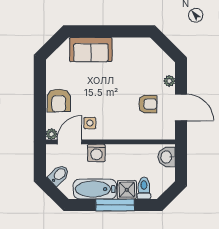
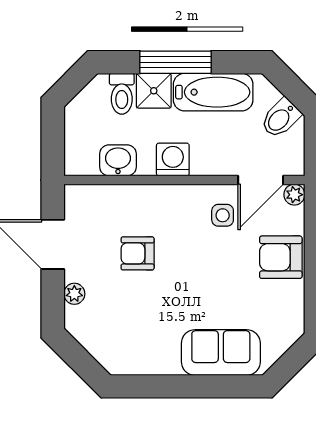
armchair: (59, 101) -> (281, 257), turned -90
armchair: (148, 104) -> (138, 253), moved
washing machine: (96, 153) -> (173, 160), moved
washbasin: (167, 157) -> (118, 160), moved, turned -90

